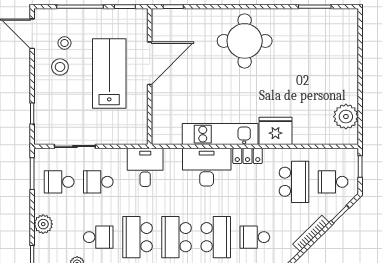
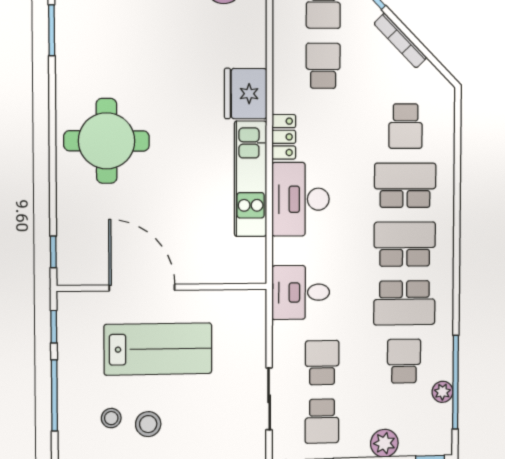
lab bench: (109, 74) -> (158, 349), turned 180
school desk: (98, 182) -> (322, 363), turned 180
school desk: (294, 182) -> (323, 66), width x0.54
school desk: (177, 237) -> (405, 244), turned 180

